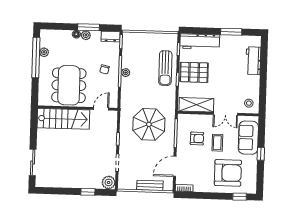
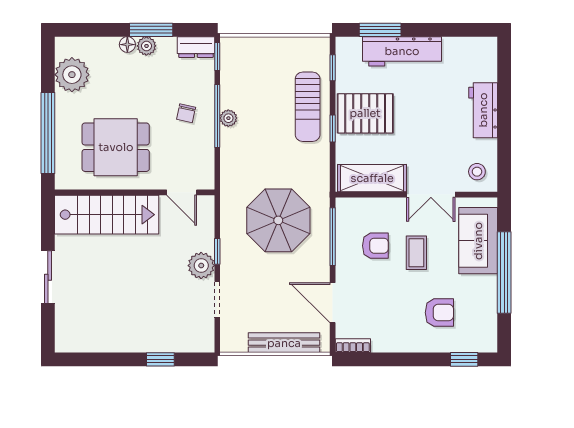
window: (231, 32) -> (380, 30), moved
workbench: (200, 42) -> (402, 51), moved
plant: (44, 52) -> (72, 75), width x1.88, depth x1.88
window: (36, 58) -> (48, 133), moved
workbench: (253, 61) -> (483, 110), moved
dining table: (69, 85) -> (116, 147), width x0.73
door: (101, 109) -> (182, 192), swing flipped
window: (261, 154) -> (504, 273), width x3.17
sliding door: (33, 163) -> (48, 277), moved
door: (175, 166) -> (333, 303), hinge flipped
armchair: (228, 173) -> (439, 313), width x0.53, depth x0.53
plant: (109, 182) -> (201, 266), moved
bench: (150, 185) -> (284, 343), width x1.36

